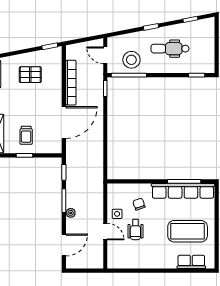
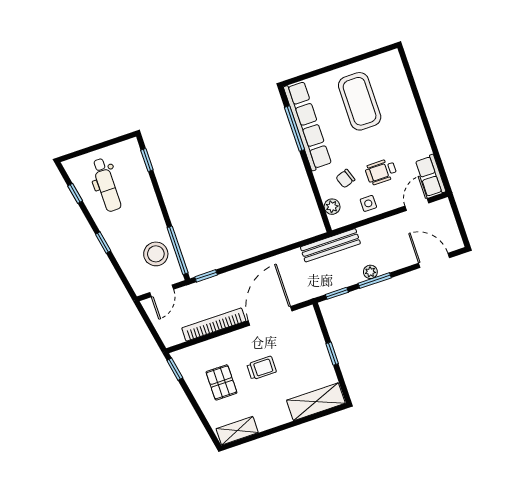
dental chair: (170, 49) -> (106, 185), moved
door: (64, 122) -> (270, 316), hinge flipped
trolley: (26, 135) -> (262, 368), moved
bench: (98, 179) -> (330, 245), added
plant: (123, 189) -> (332, 207), added
plant: (71, 213) -> (370, 272), moved
wheelchair: (135, 230) -> (381, 172), turned 180
door: (105, 232) -> (417, 205), moved
row of seats: (191, 262) -> (431, 176), moved

